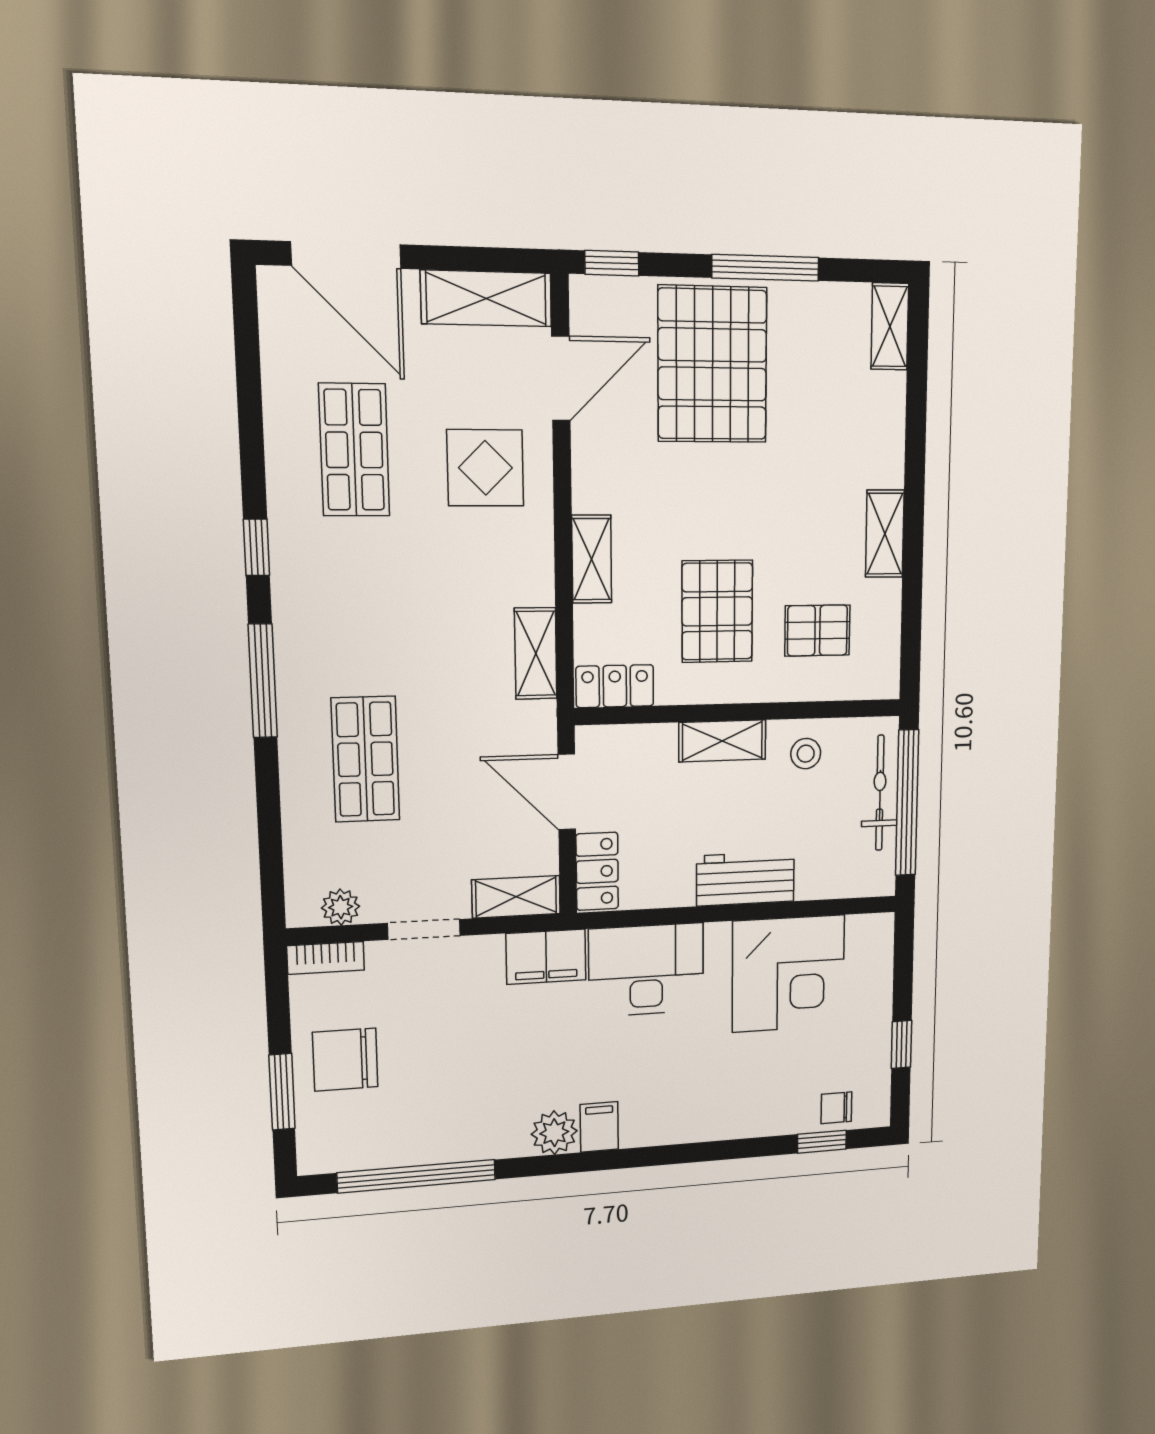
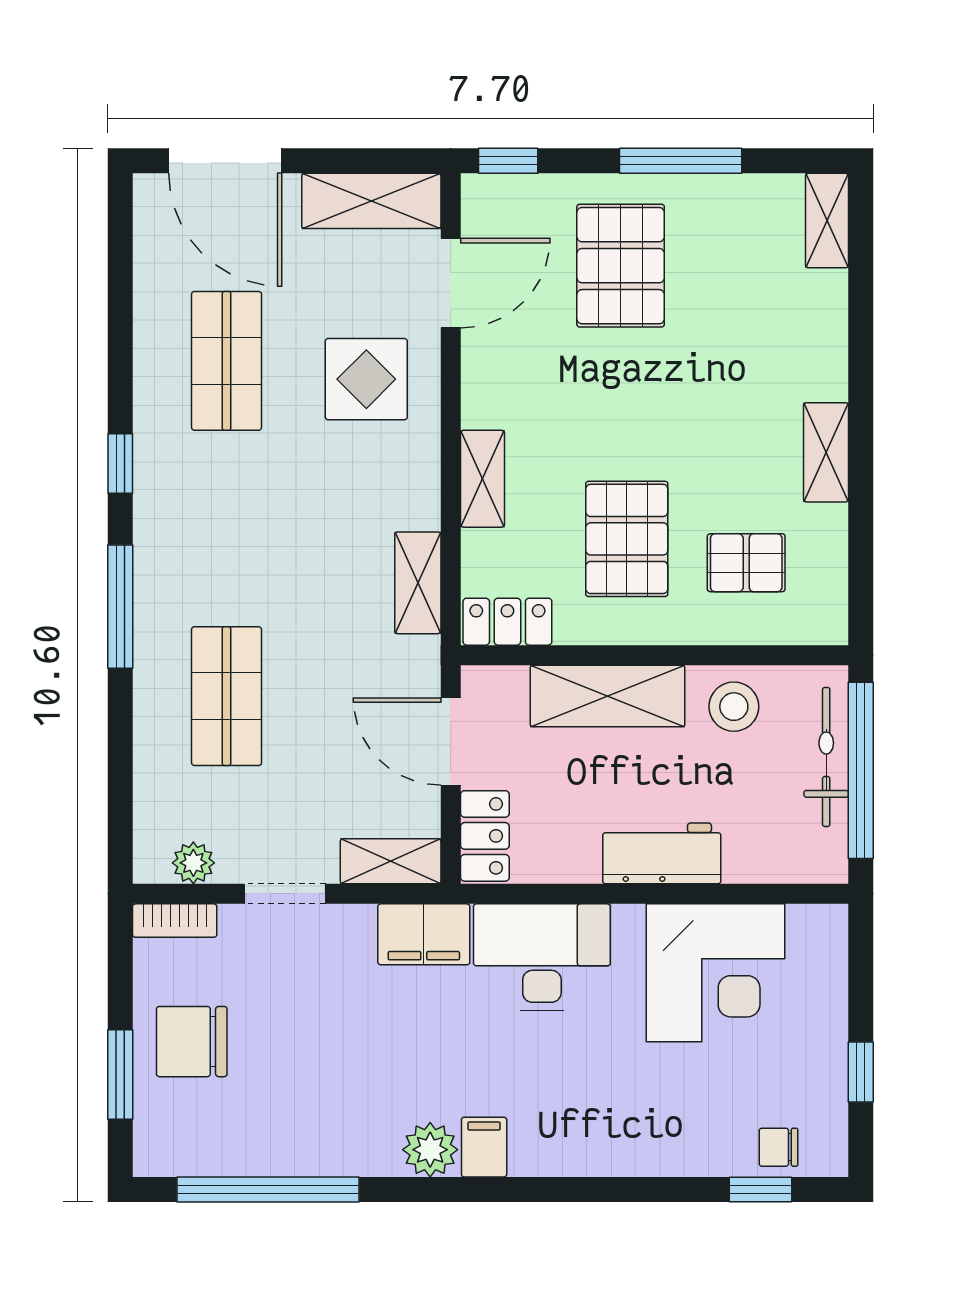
pallet: (712, 364) -> (621, 266), width x0.73, depth x0.71
shelving: (722, 741) -> (608, 696), width x1.50, depth x1.33
stool: (806, 754) -> (734, 707), width x1.37, depth x1.37

